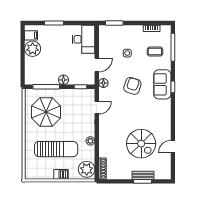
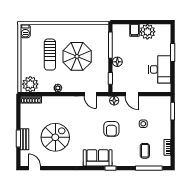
filing cabinet: (31, 35) -> (134, 30), moved
desk: (84, 39) -> (160, 69), moved, turned -90
sofa: (162, 84) -> (98, 158), moved
armchair: (132, 86) -> (111, 129), turned 72
parasol: (46, 112) -> (77, 56), moved
spiral stairs: (141, 144) -> (55, 137), turned 180
door: (173, 147) -> (35, 168), moved
sun lounger: (56, 149) -> (50, 55), width x0.73, depth x0.75
barbecue: (61, 174) -> (25, 31), moved

